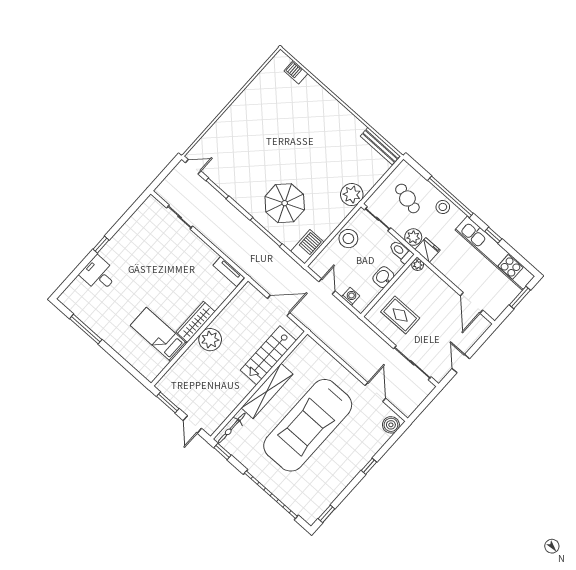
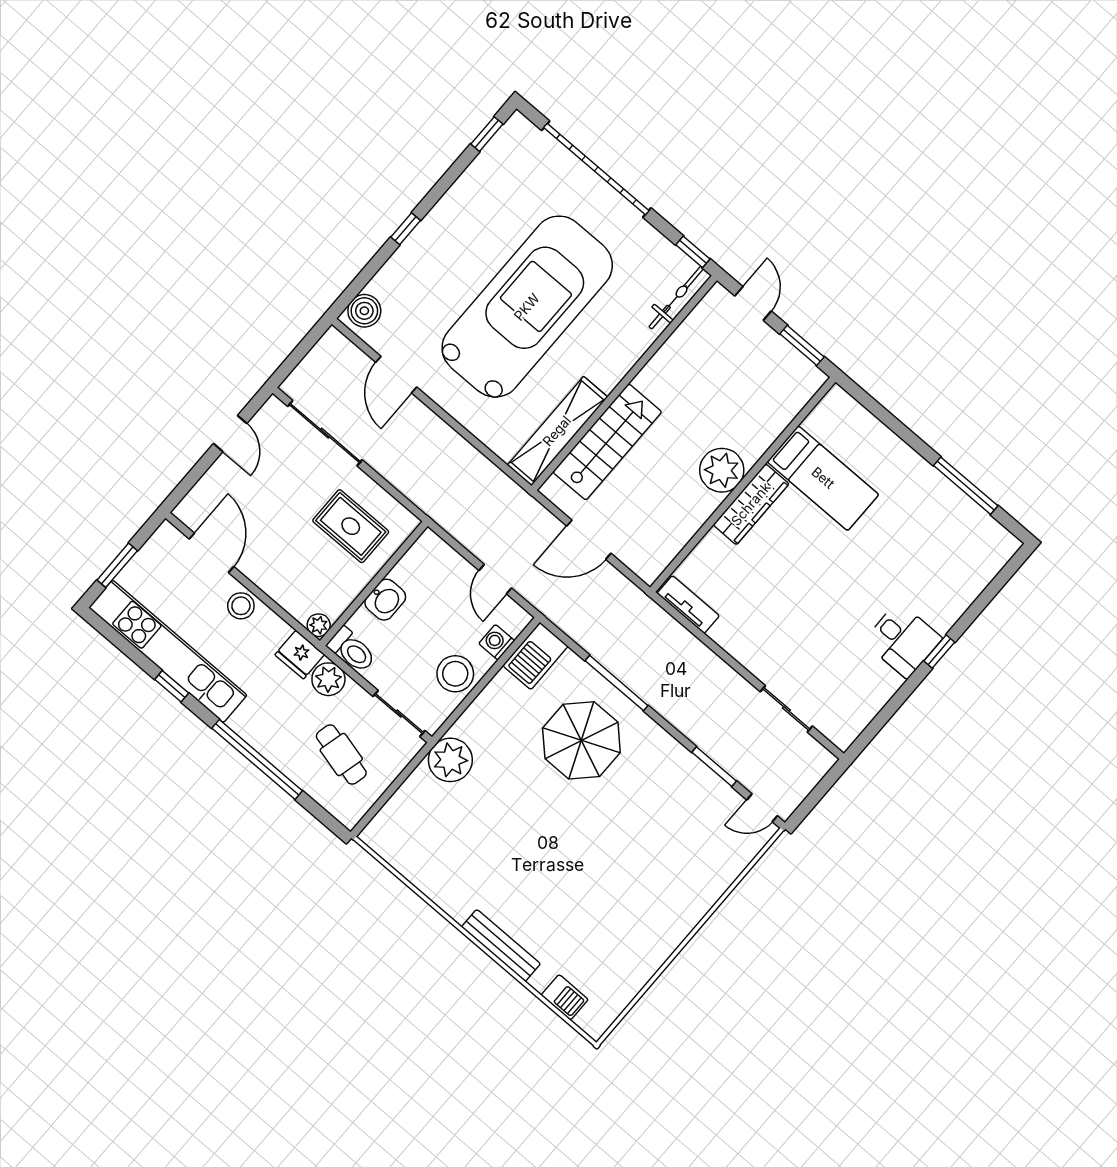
bench: (380, 146) -> (501, 945), moved
stool: (443, 207) -> (241, 606), moved
desk: (99, 274) -> (903, 640), moved
washing machine: (351, 296) -> (497, 642), moved, turned 90
shelving: (267, 391) -> (557, 431), moved

